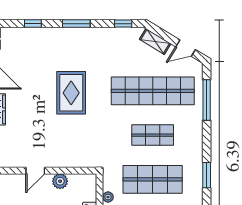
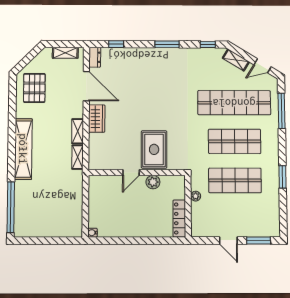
window: (33, 24) -> (116, 44), moved
rug: (71, 93) -> (154, 149), moved
shop shelf: (153, 135) -> (235, 141), width x1.43, depth x1.36

